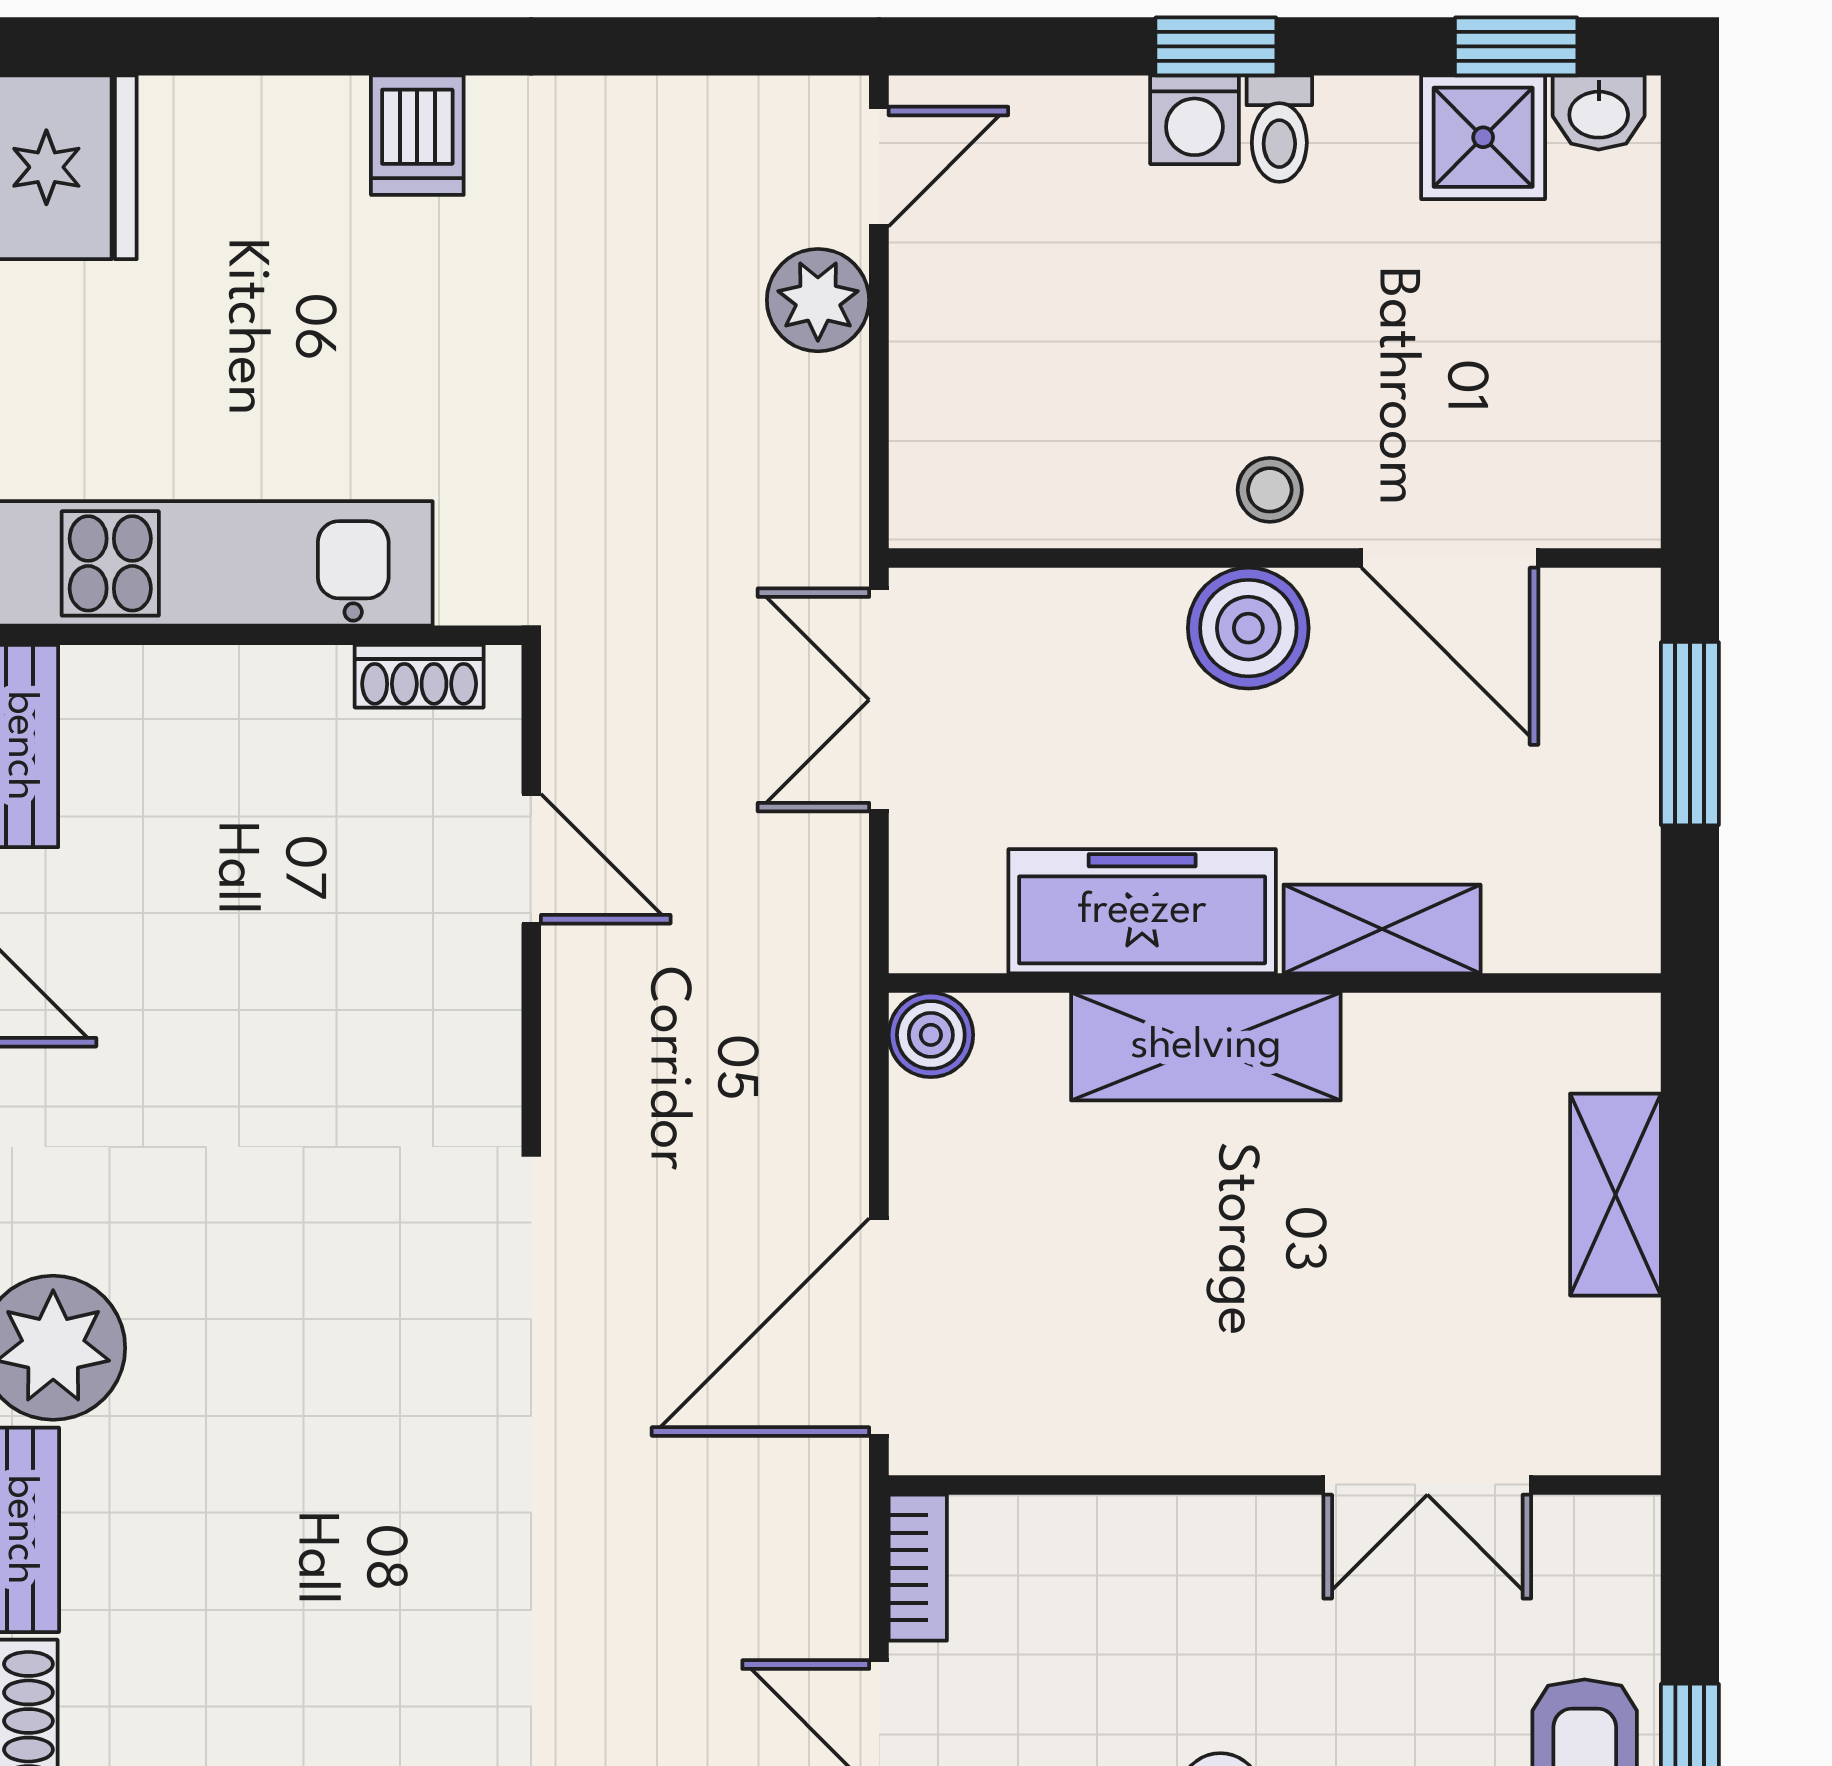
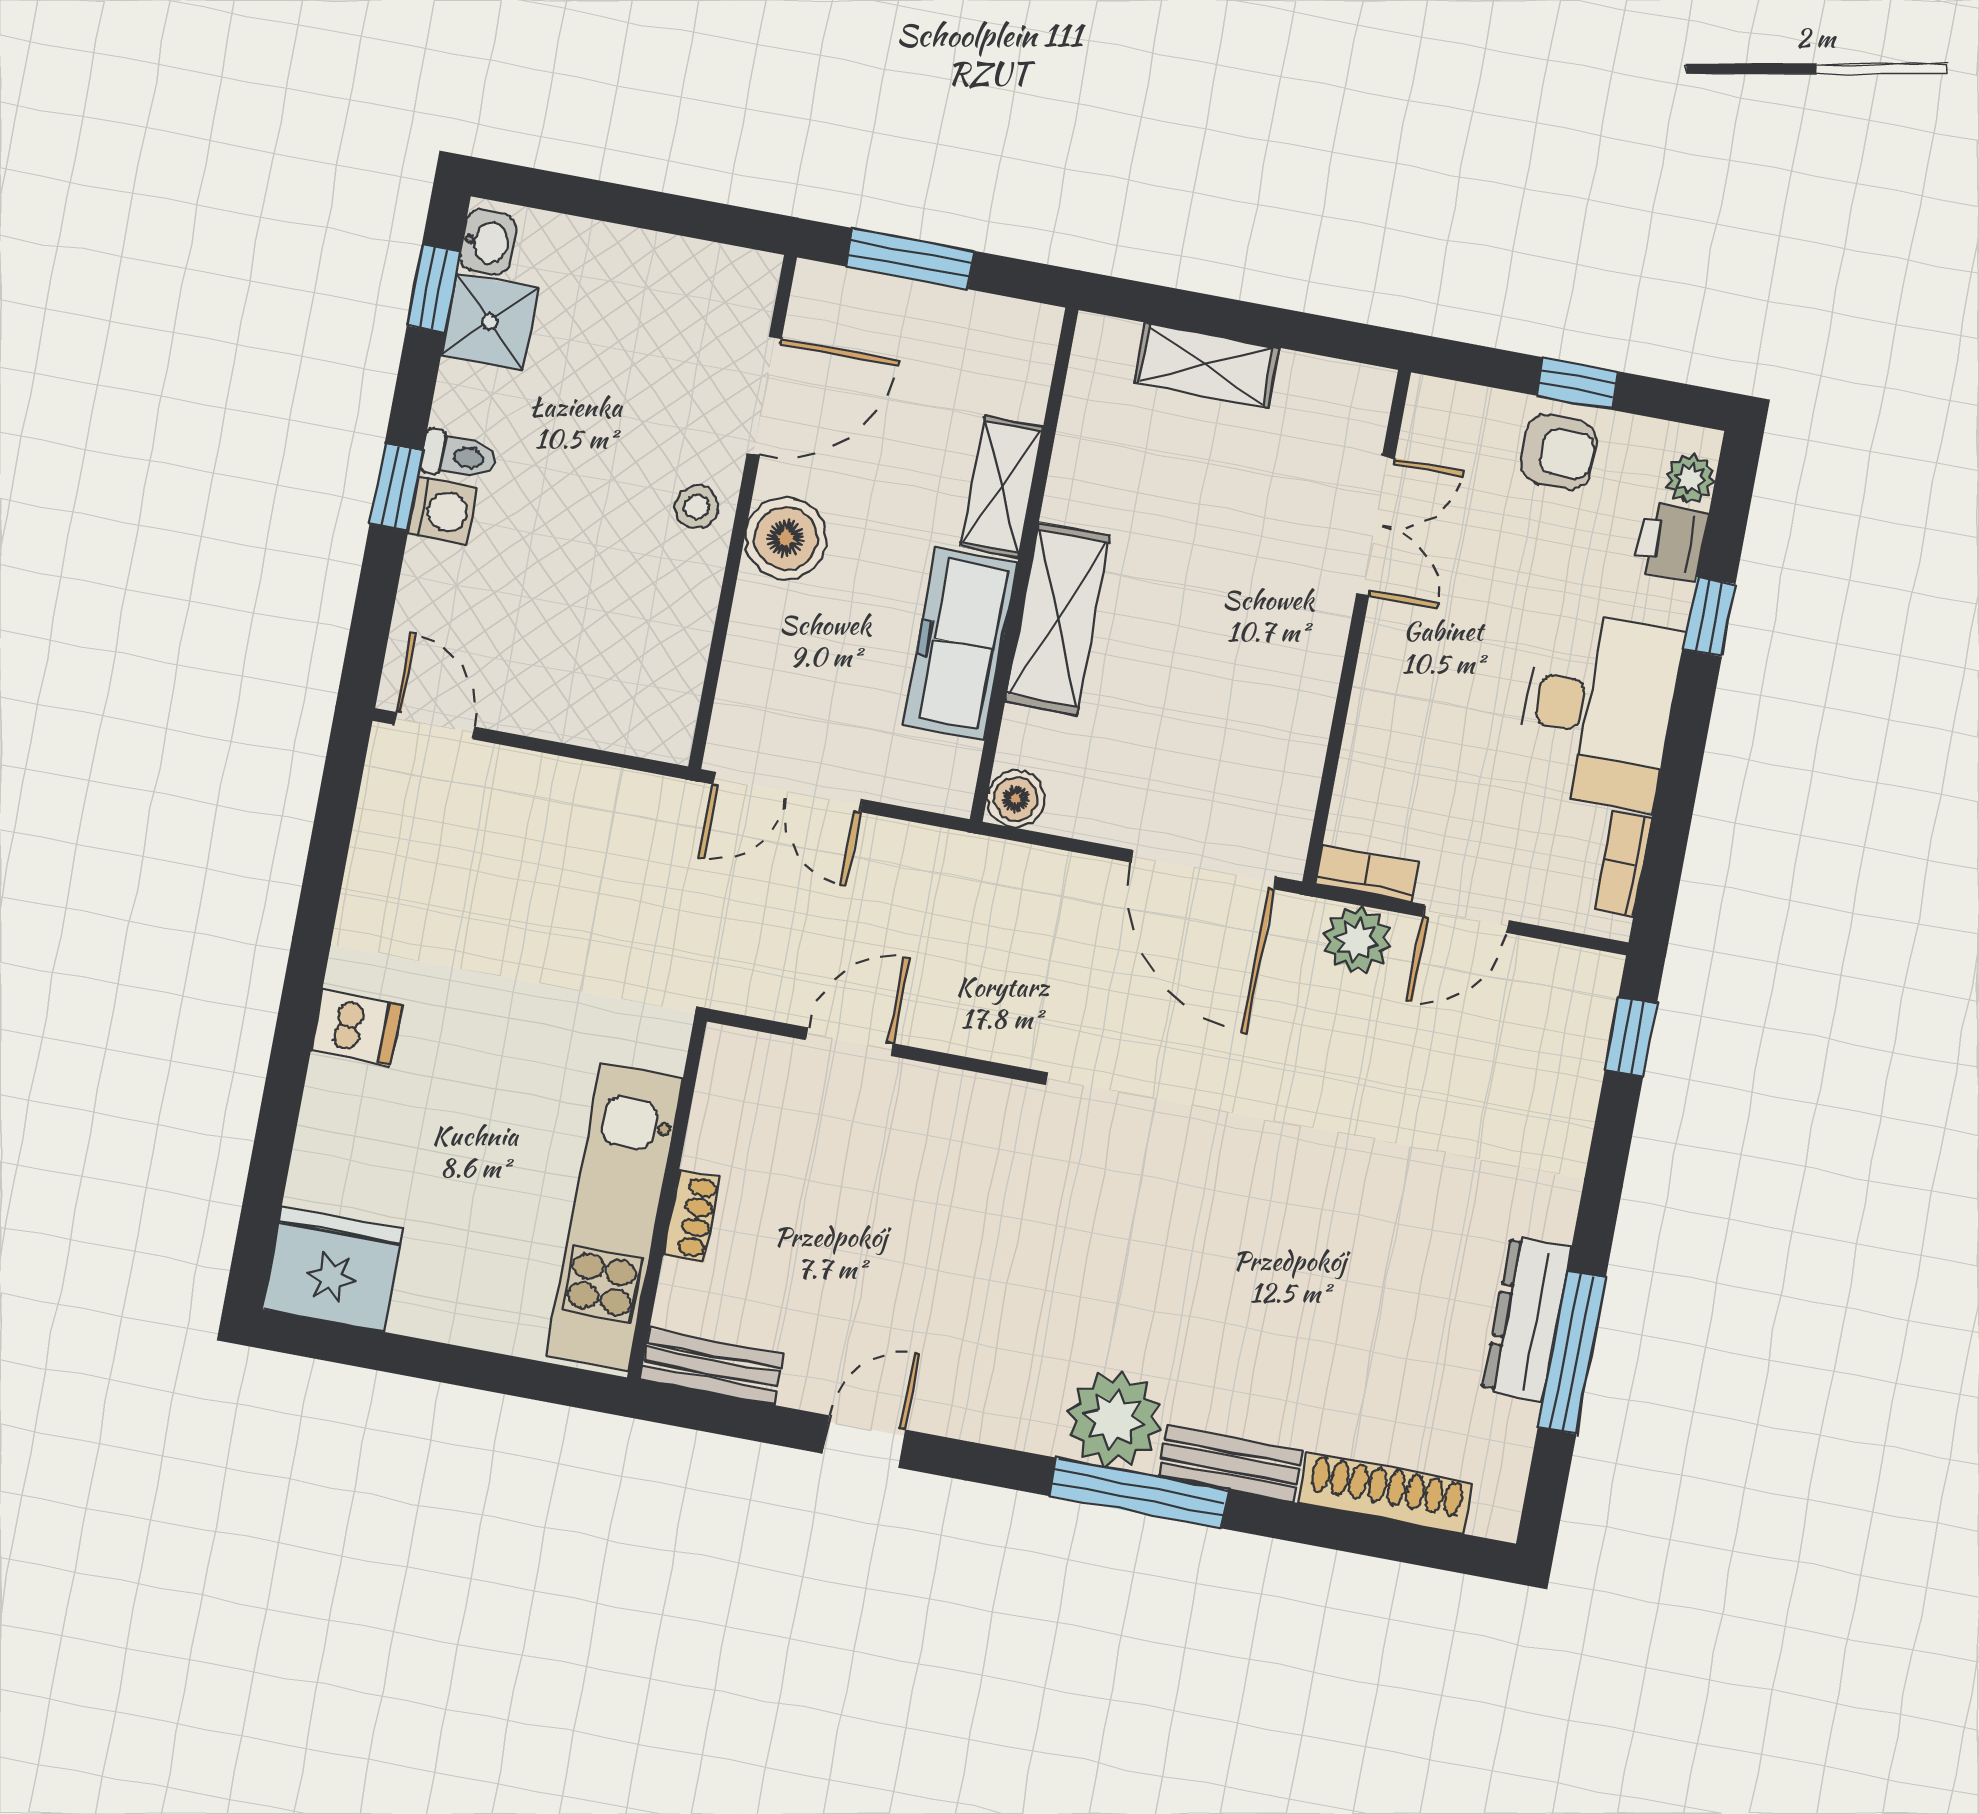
plant: (818, 300) -> (1357, 940), moved
shoe rack: (419, 676) -> (692, 1216), moved

